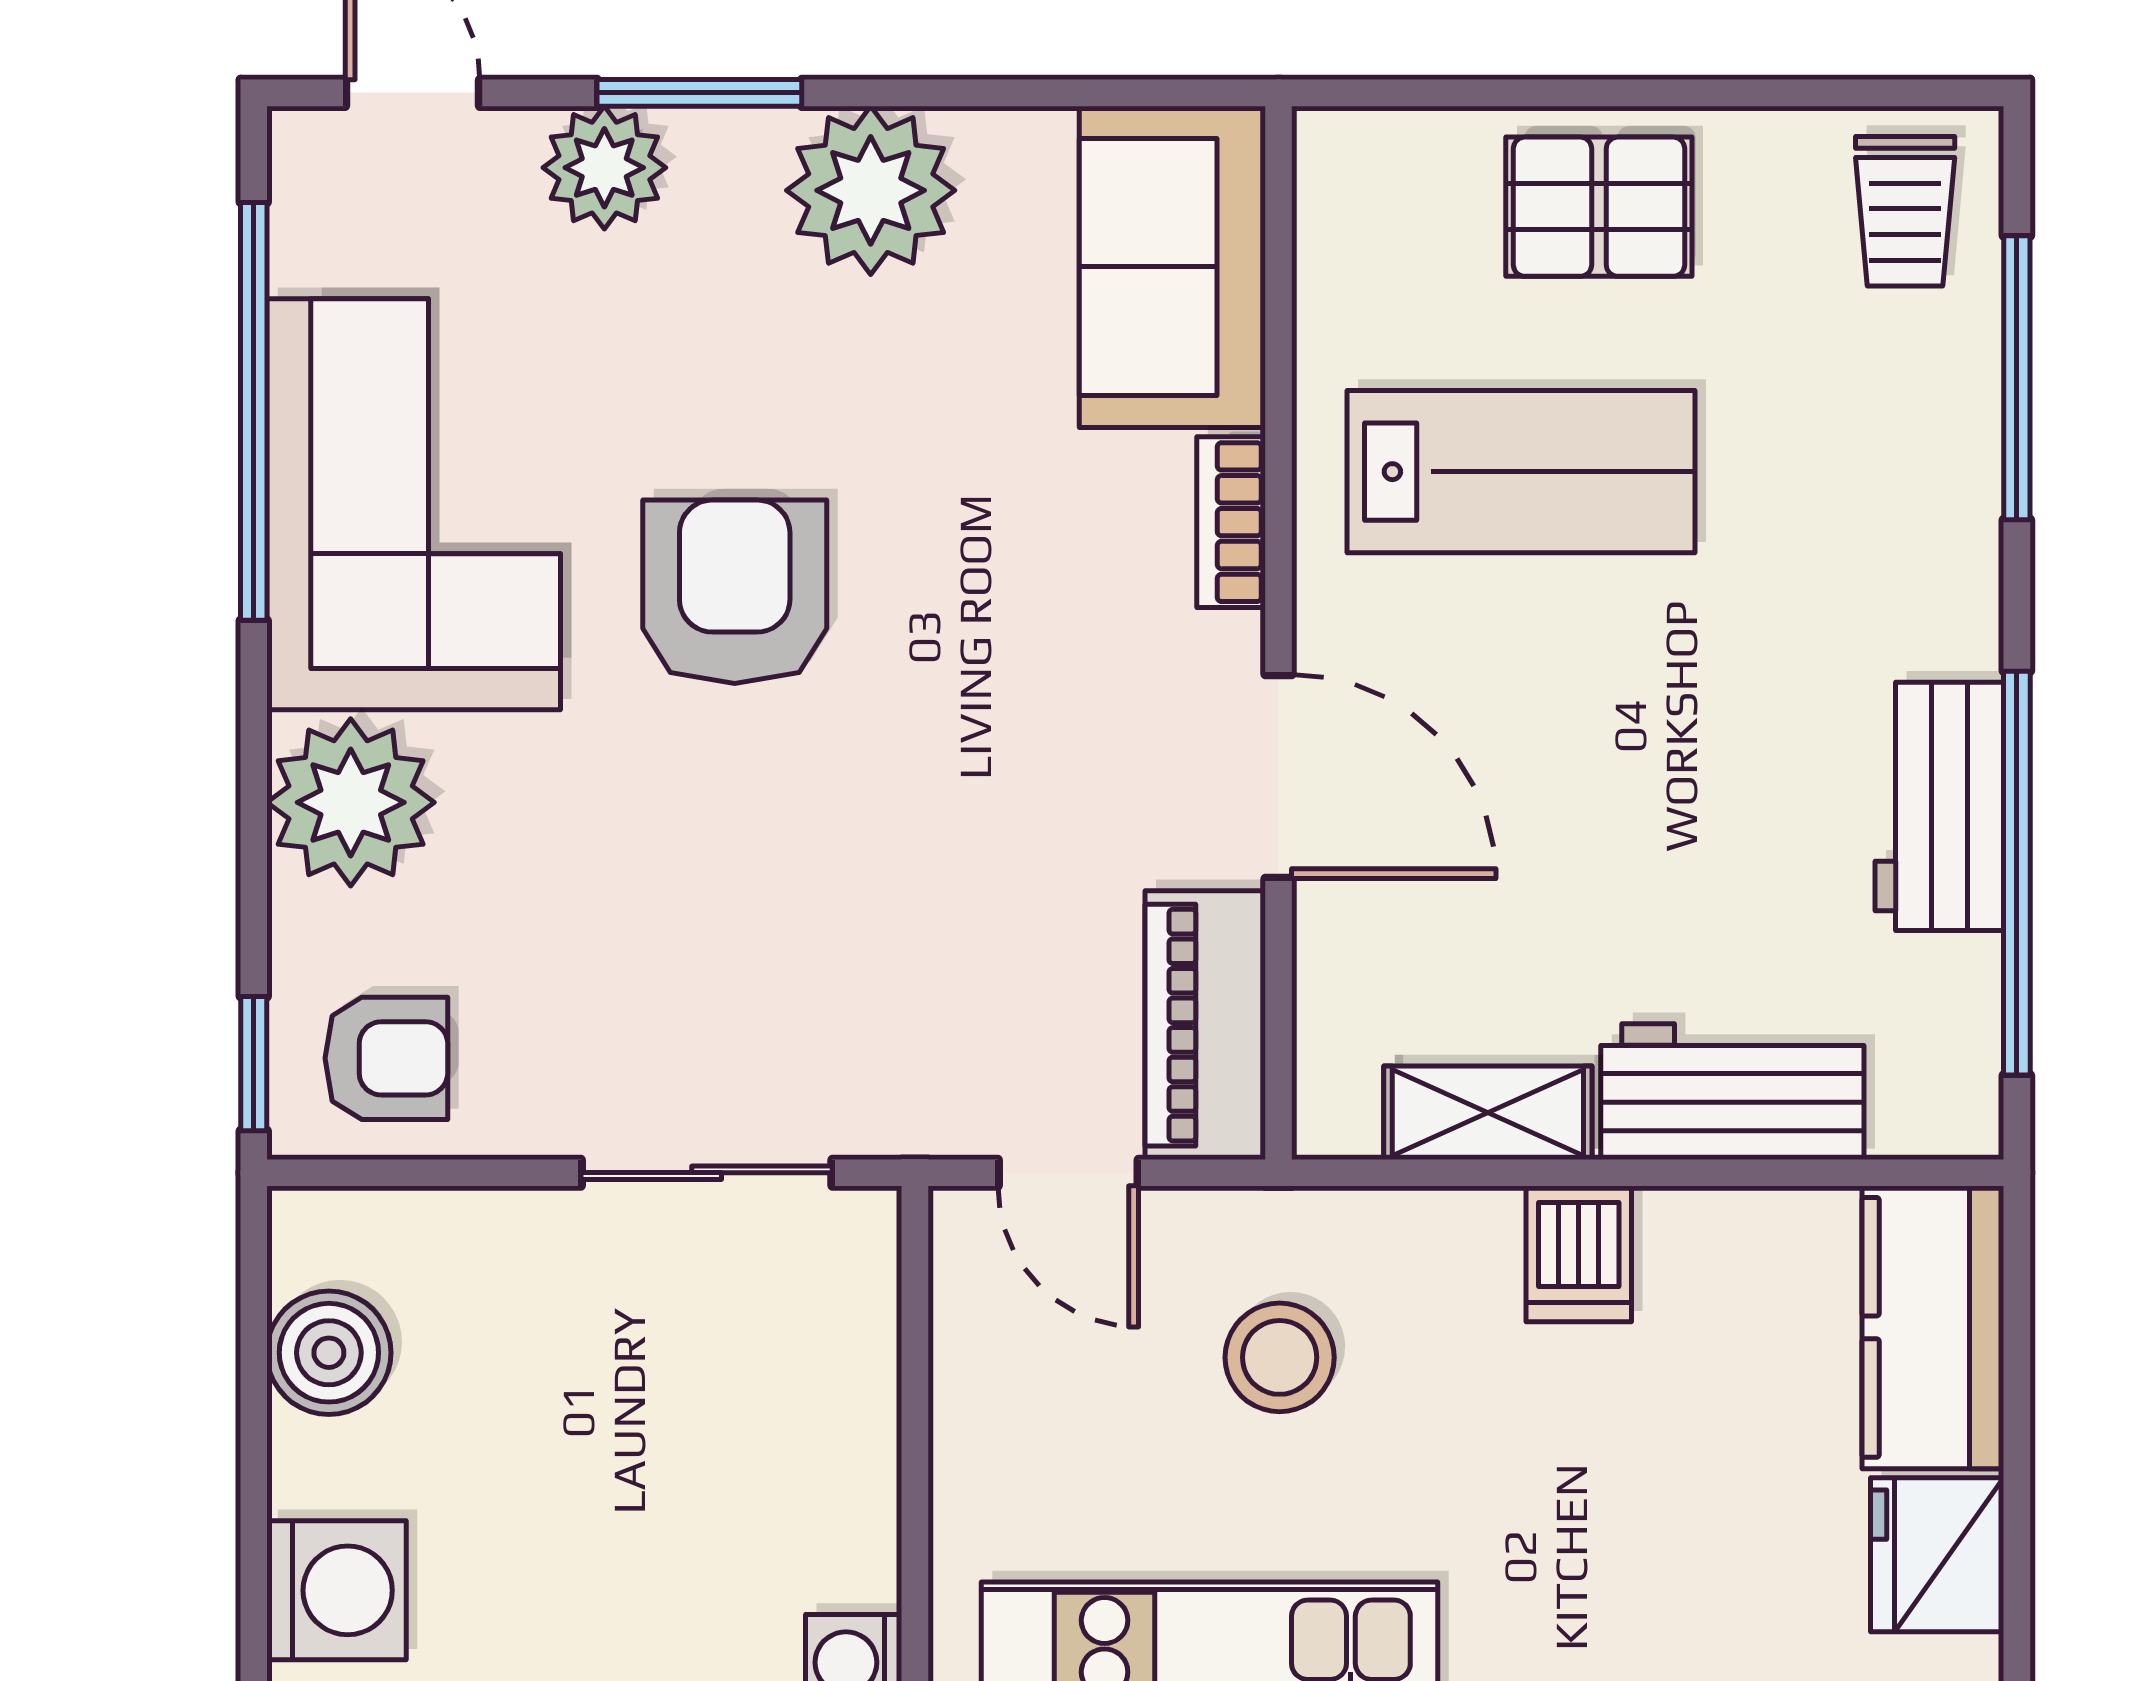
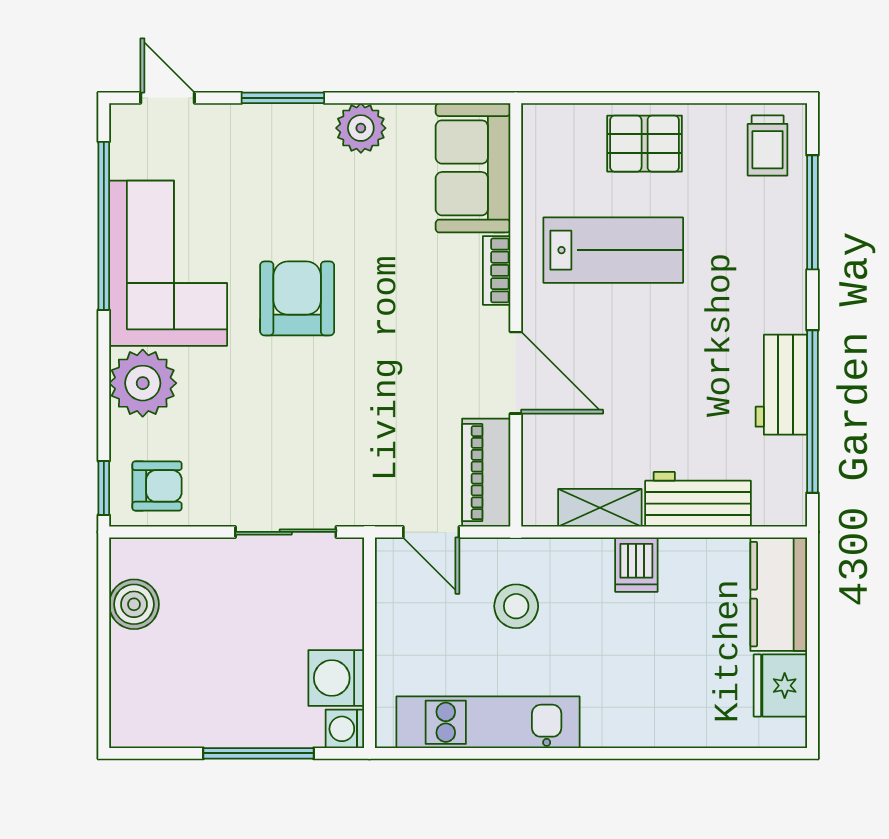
plant: (604, 168) -> (245, 128), removed
plant: (871, 190) -> (361, 128), width x0.73, depth x0.73
washing machine: (337, 1590) -> (336, 678), moved, turned 180

